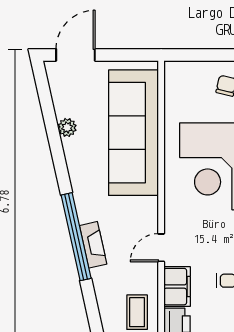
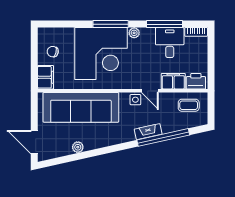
filing cabinet: (184, 74) -> (46, 77), added
side table: (146, 223) -> (135, 100), added
window: (76, 237) -> (163, 137), moved

